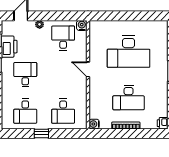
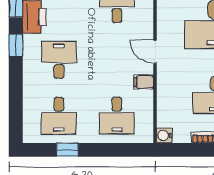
filing cabinet: (81, 89) -> (144, 82), added
window: (41, 133) -> (67, 150), moved

